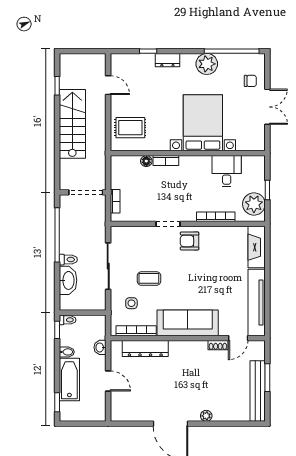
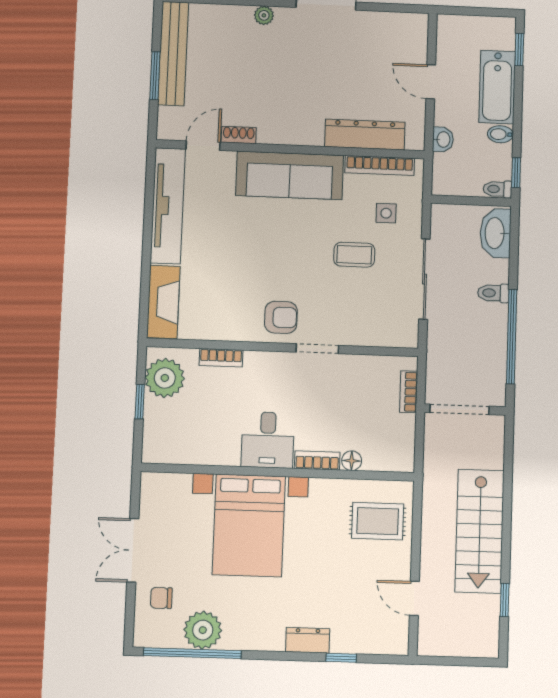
plant: (207, 64) -> (203, 630), moved
desk: (227, 171) -> (268, 440), moved
bookcase: (216, 217) -> (221, 358), width x0.64
washbasin: (68, 280) -> (495, 233), moved

